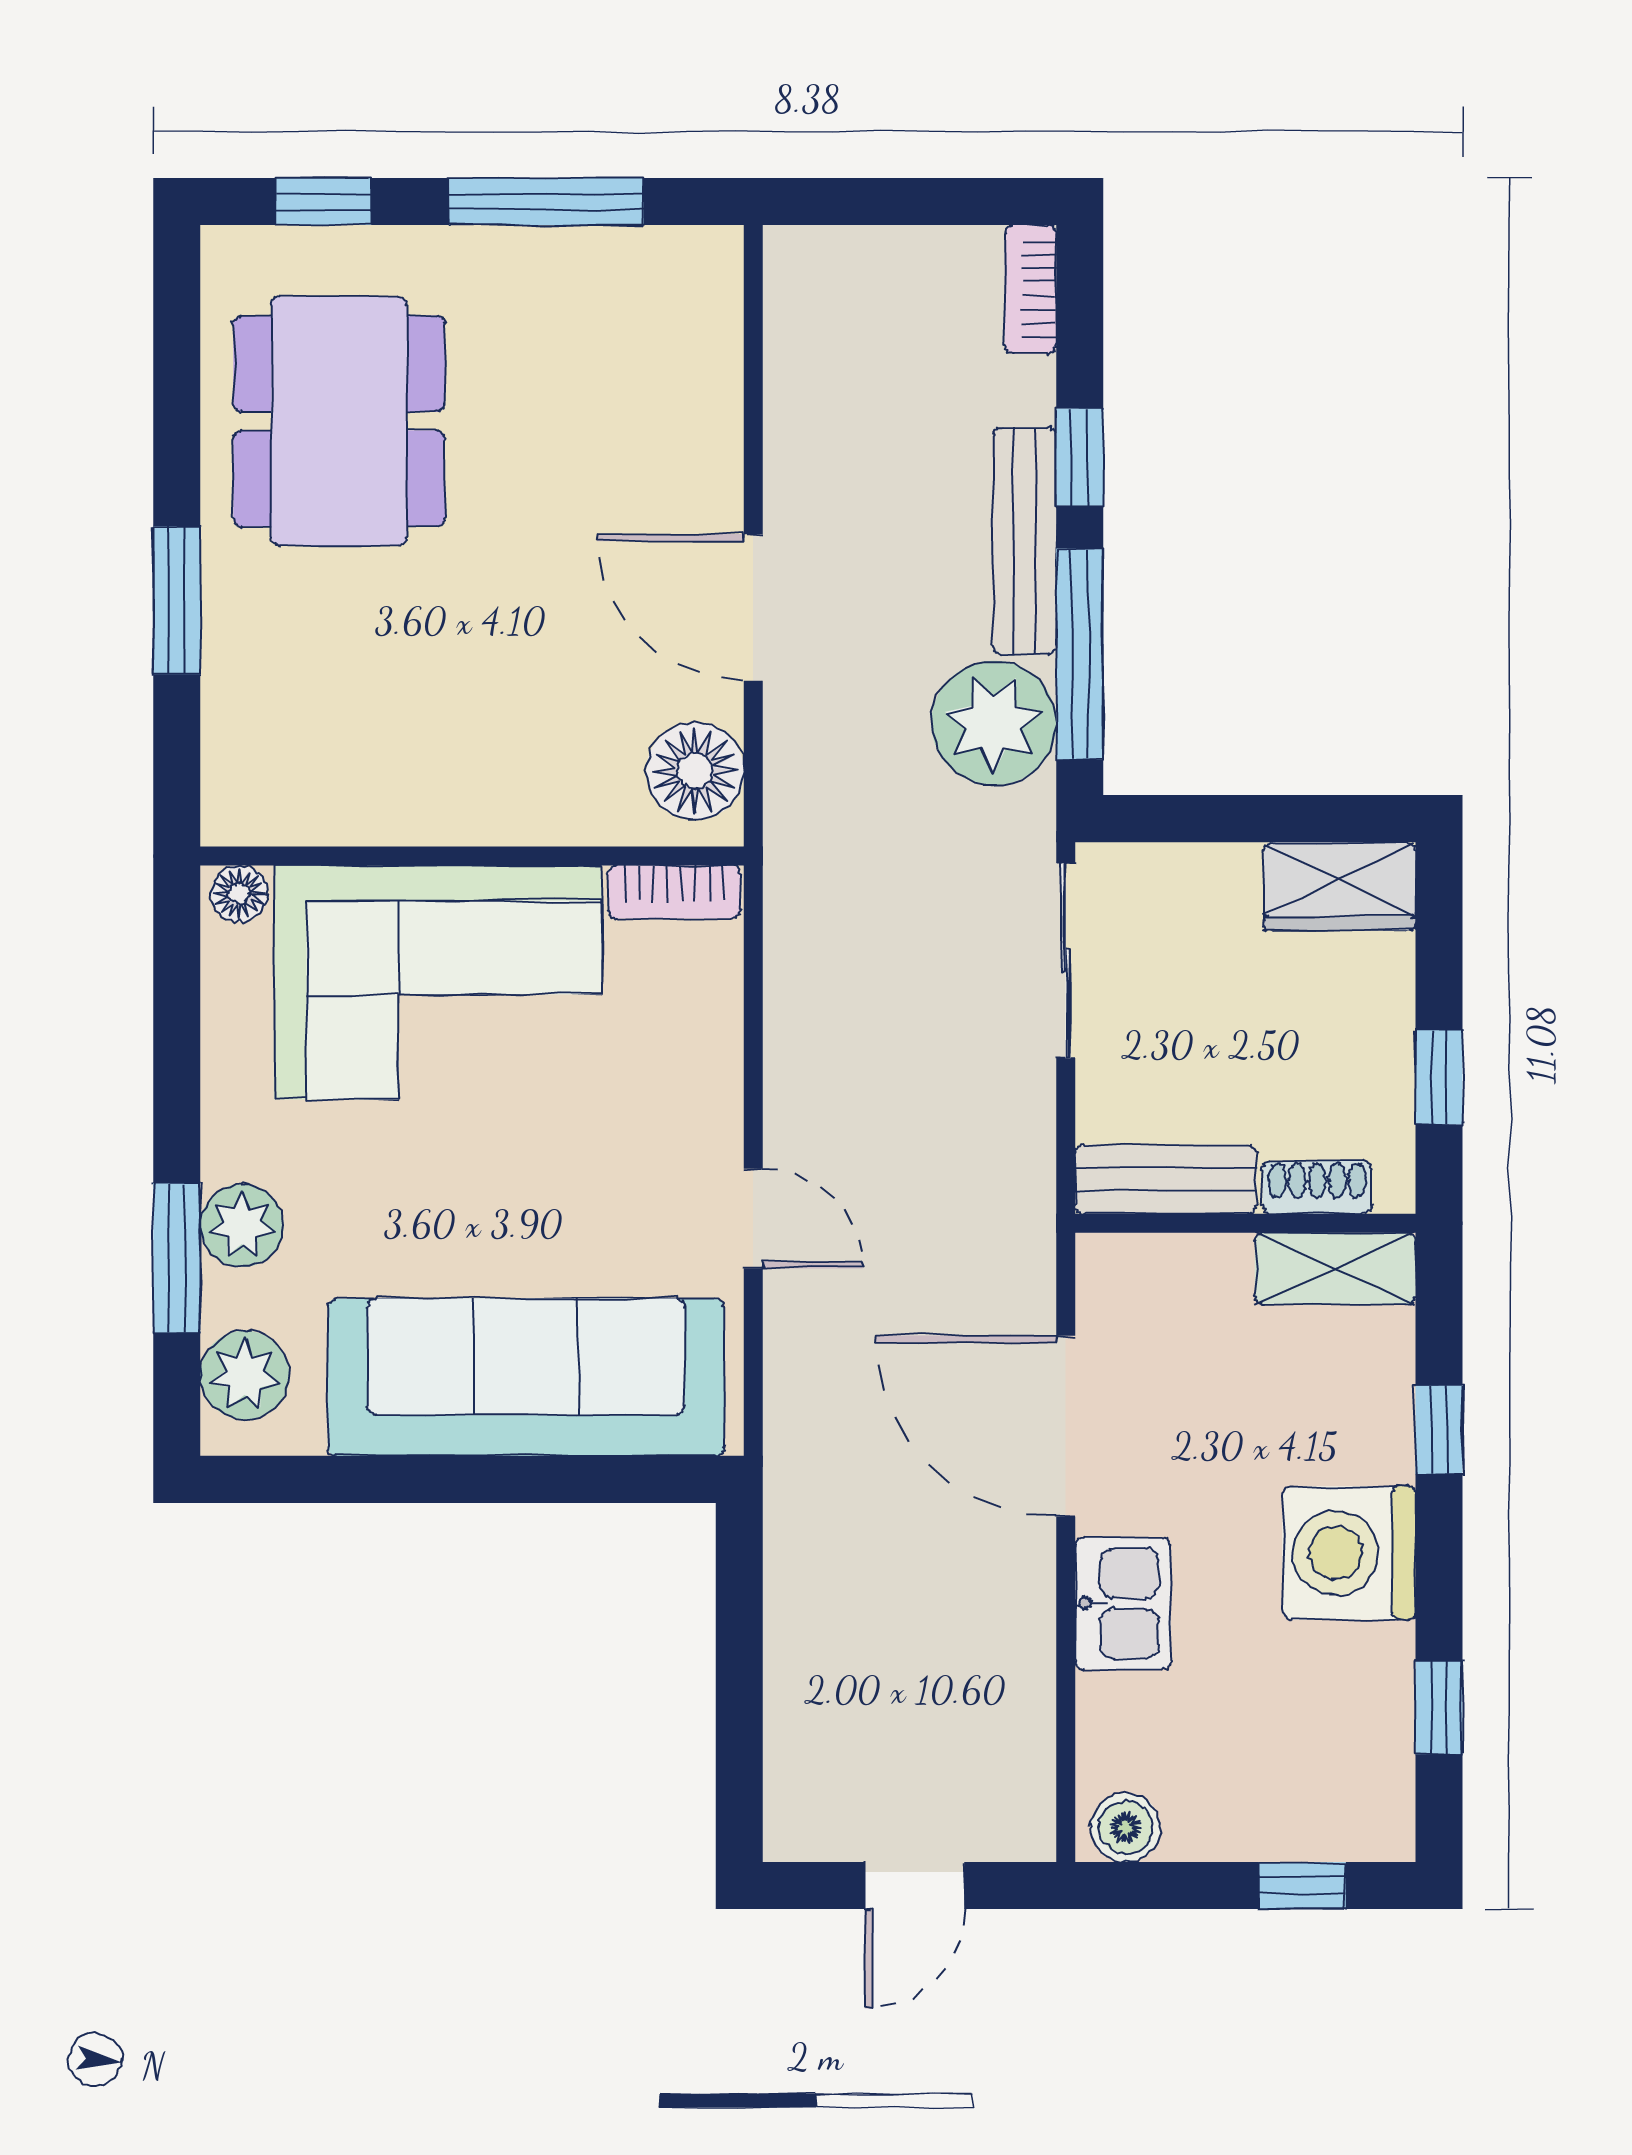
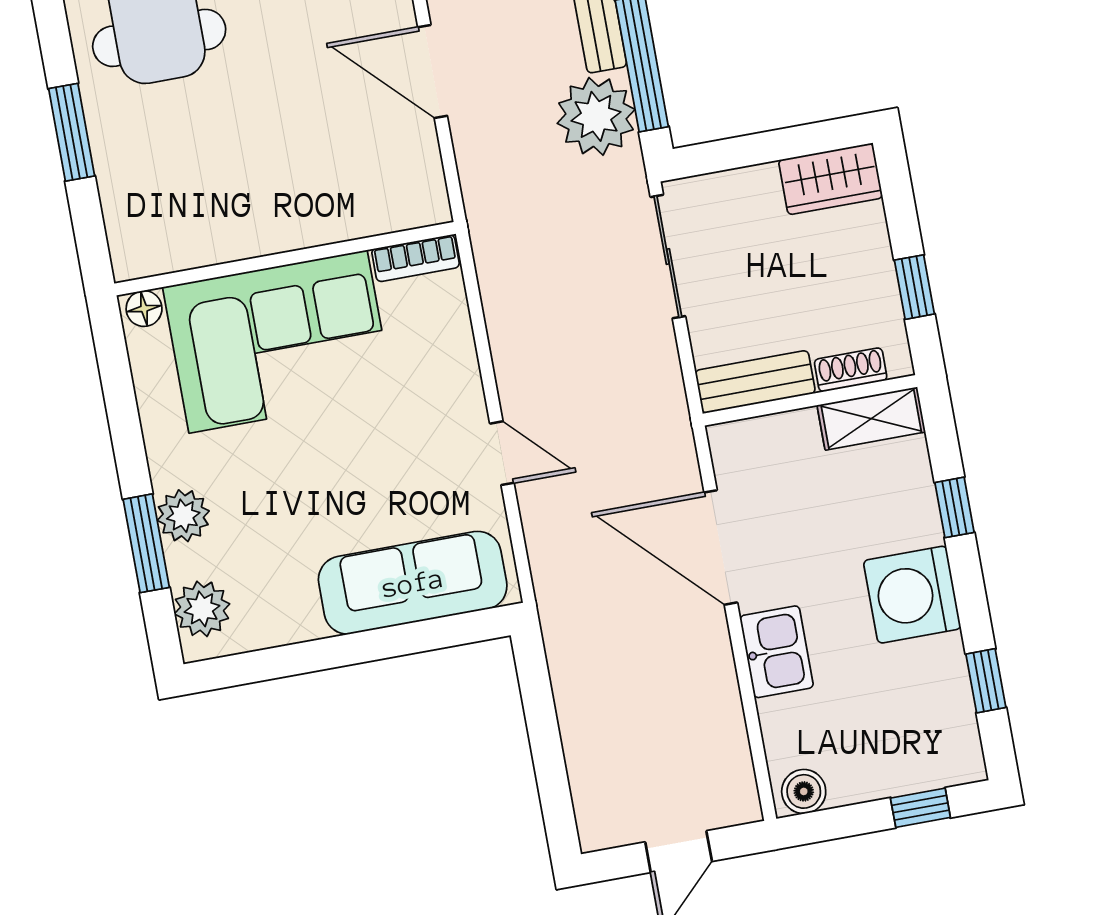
floor lamp: (695, 771) -> (415, 180), removed
sofa: (526, 1377) -> (413, 583), width x0.74, depth x0.79

